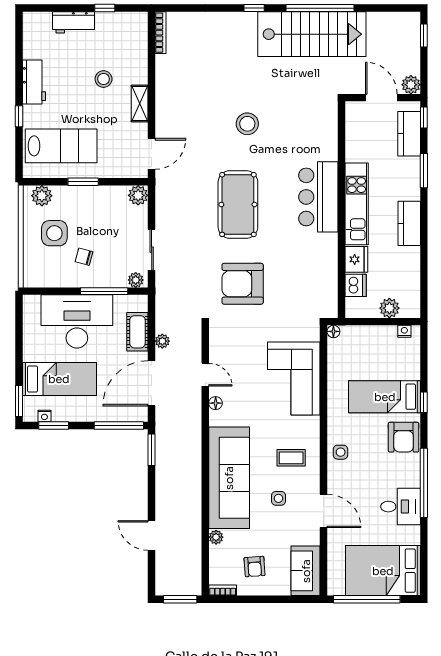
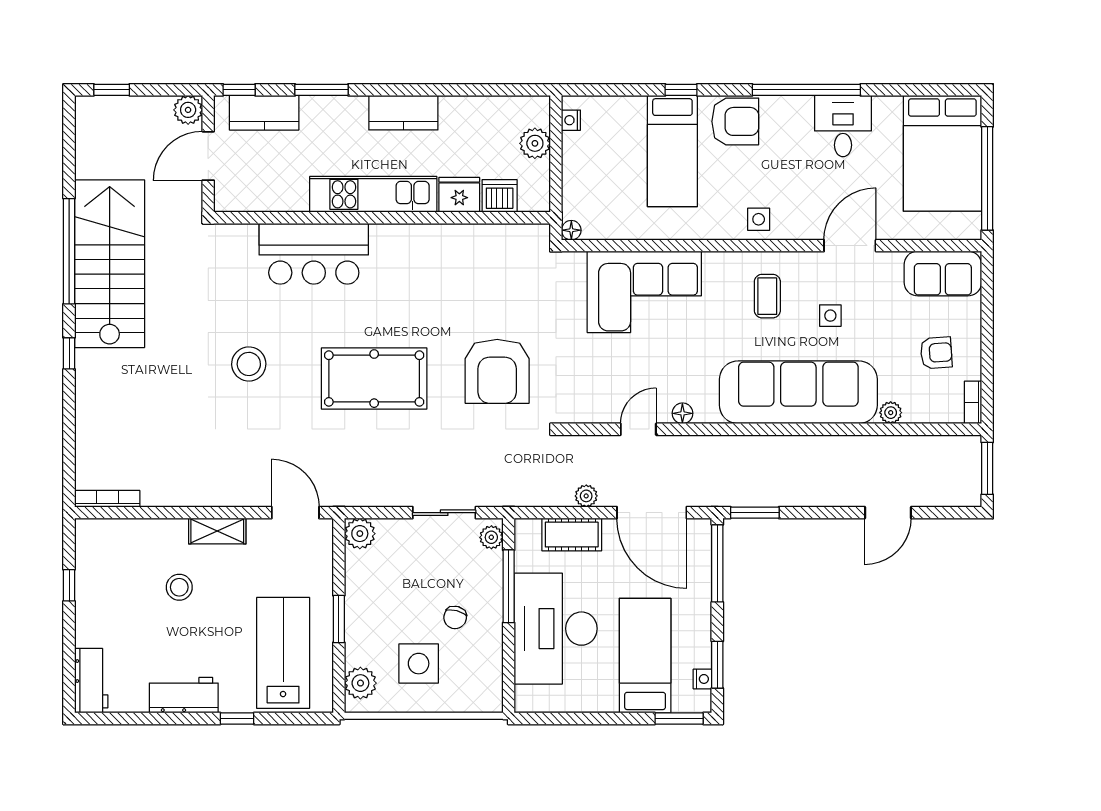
workbench: (74, 22) -> (91, 681), moved
bar counter: (318, 197) -> (314, 254), moved

